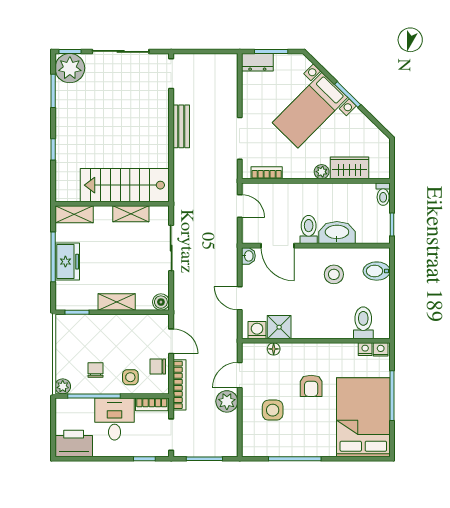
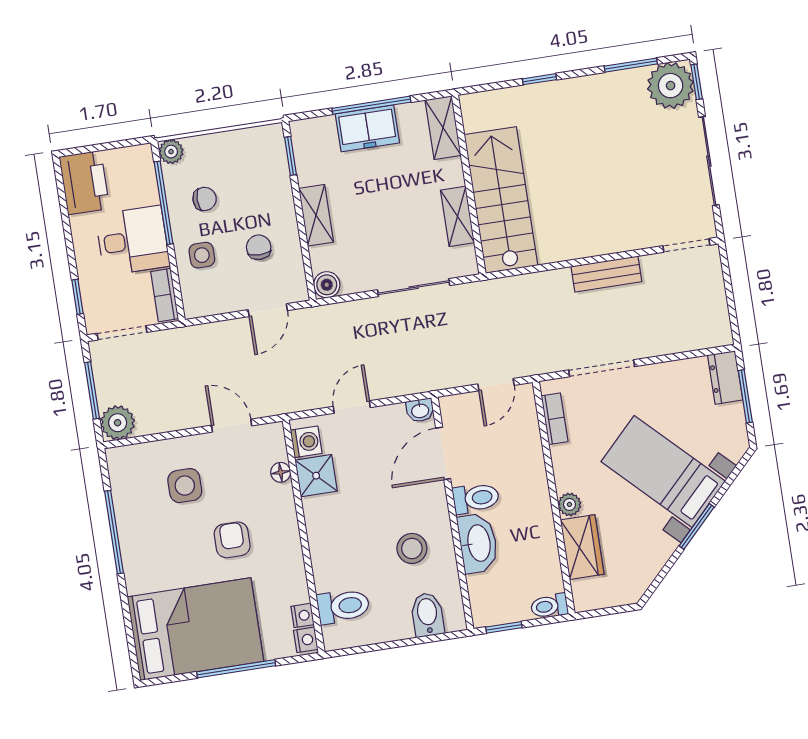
chair: (158, 366) -> (259, 247), moved
bookcase: (180, 385) -> (202, 334), removed
armchair: (311, 386) -> (232, 540), turned 90
plant: (227, 401) -> (118, 423), moved

